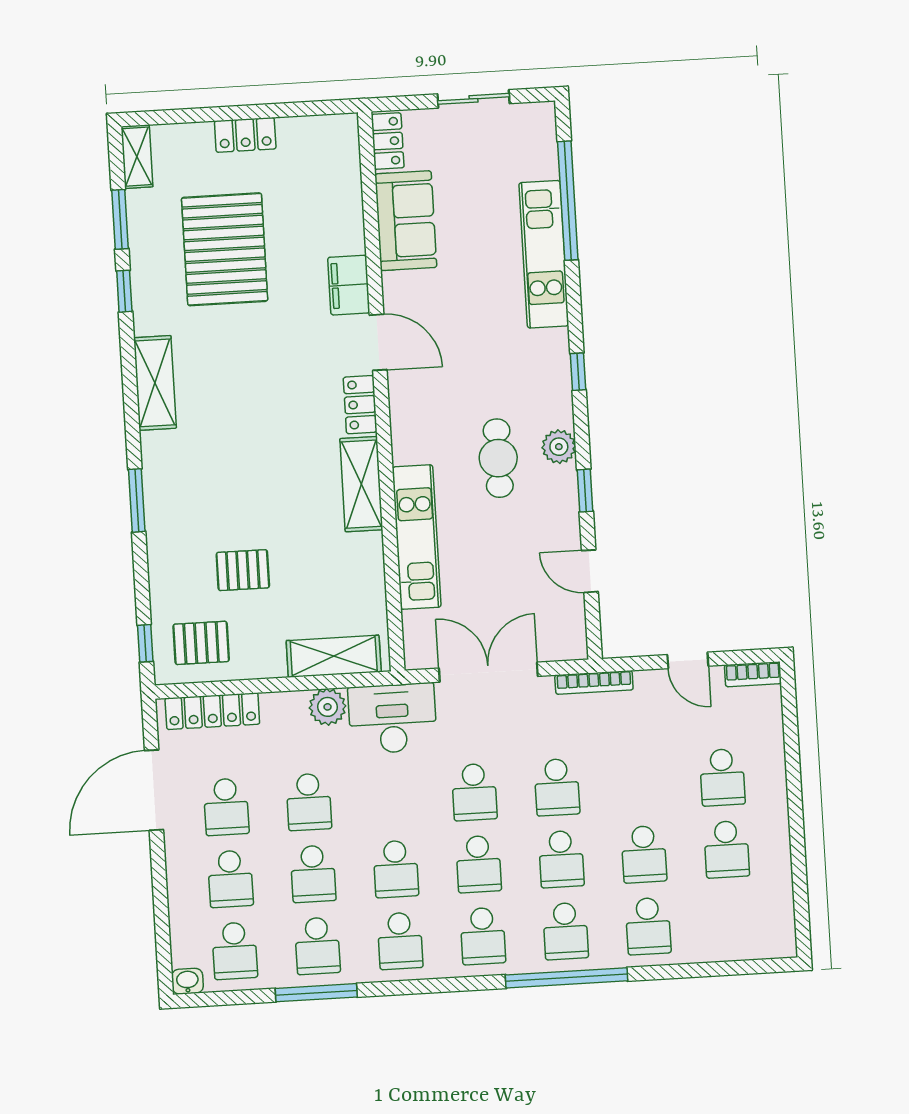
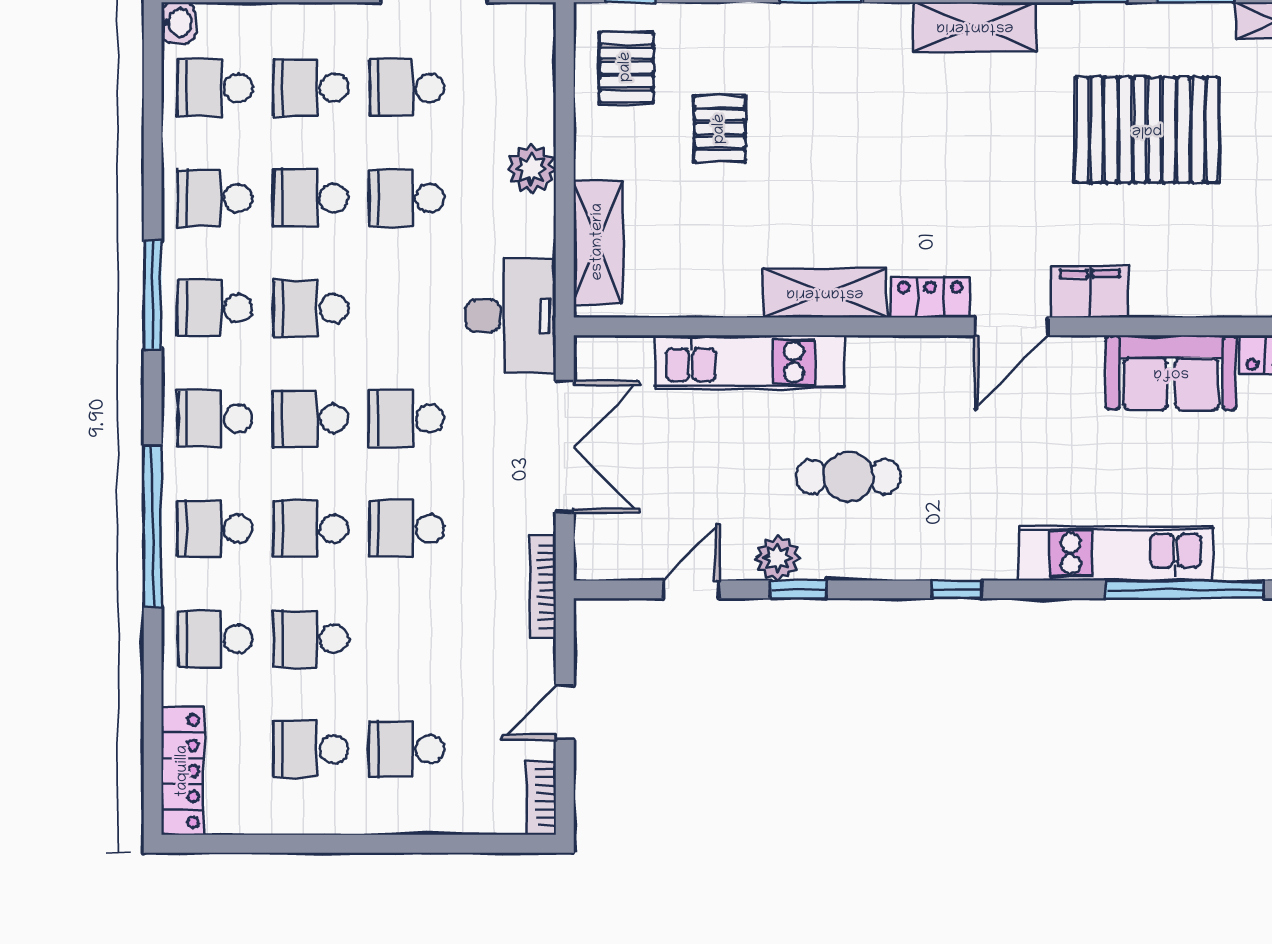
plant: (559, 447) -> (777, 558), moved
plant: (328, 707) -> (531, 169), moved
locker: (212, 711) -> (183, 771), moved, turned 180
window: (316, 993) -> (153, 295), moved

